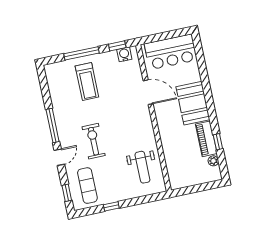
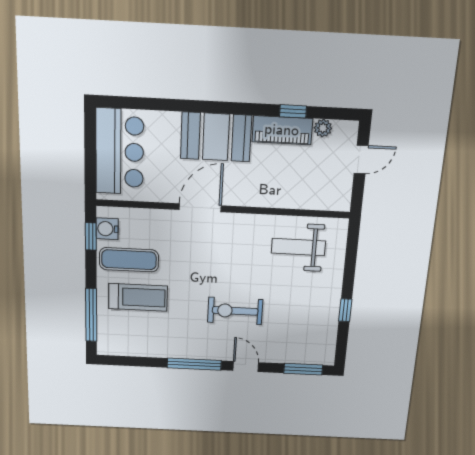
window: (82, 53) -> (91, 315), moved
door: (148, 92) -> (200, 208), moved
weight bench: (142, 167) -> (298, 247), turned 180
exercise mat: (87, 186) -> (129, 260), moved
door: (202, 187) -> (361, 159), added
window: (67, 193) -> (303, 369), width x1.50

